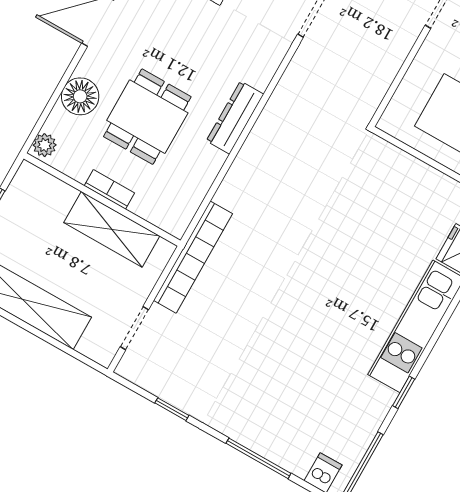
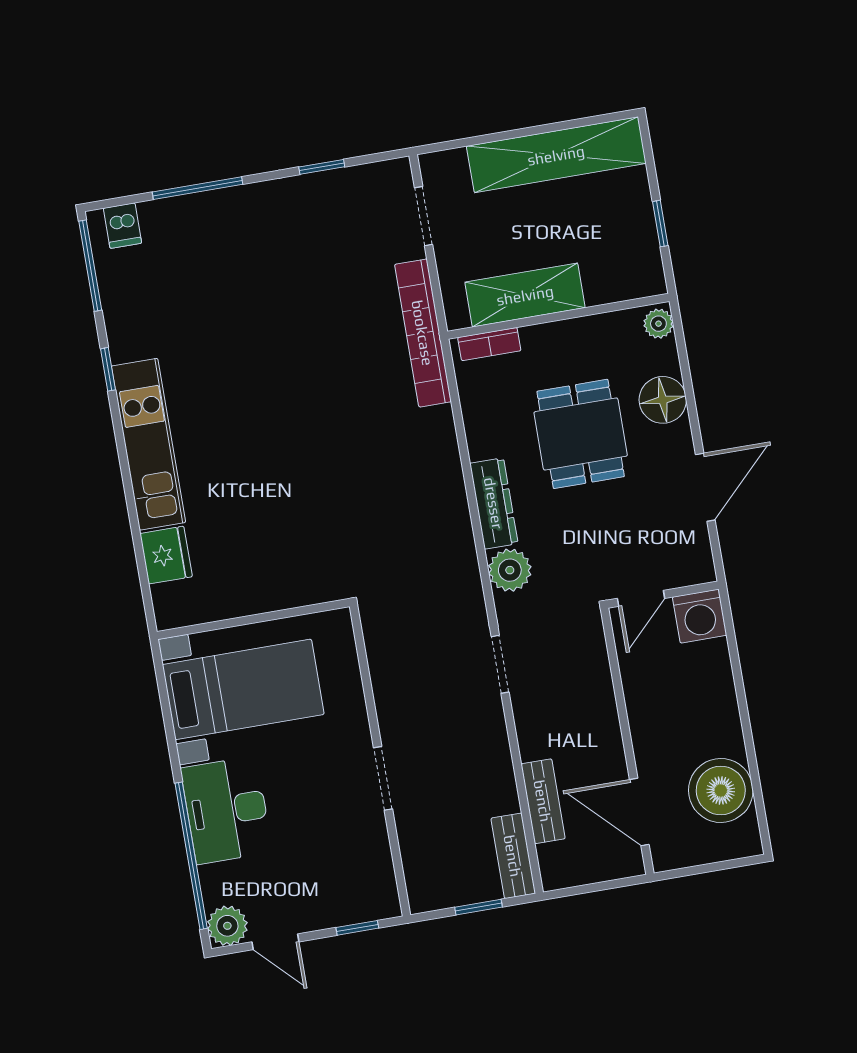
plant: (259, 69) -> (510, 570), added
bookcase: (109, 189) -> (489, 344), moved

